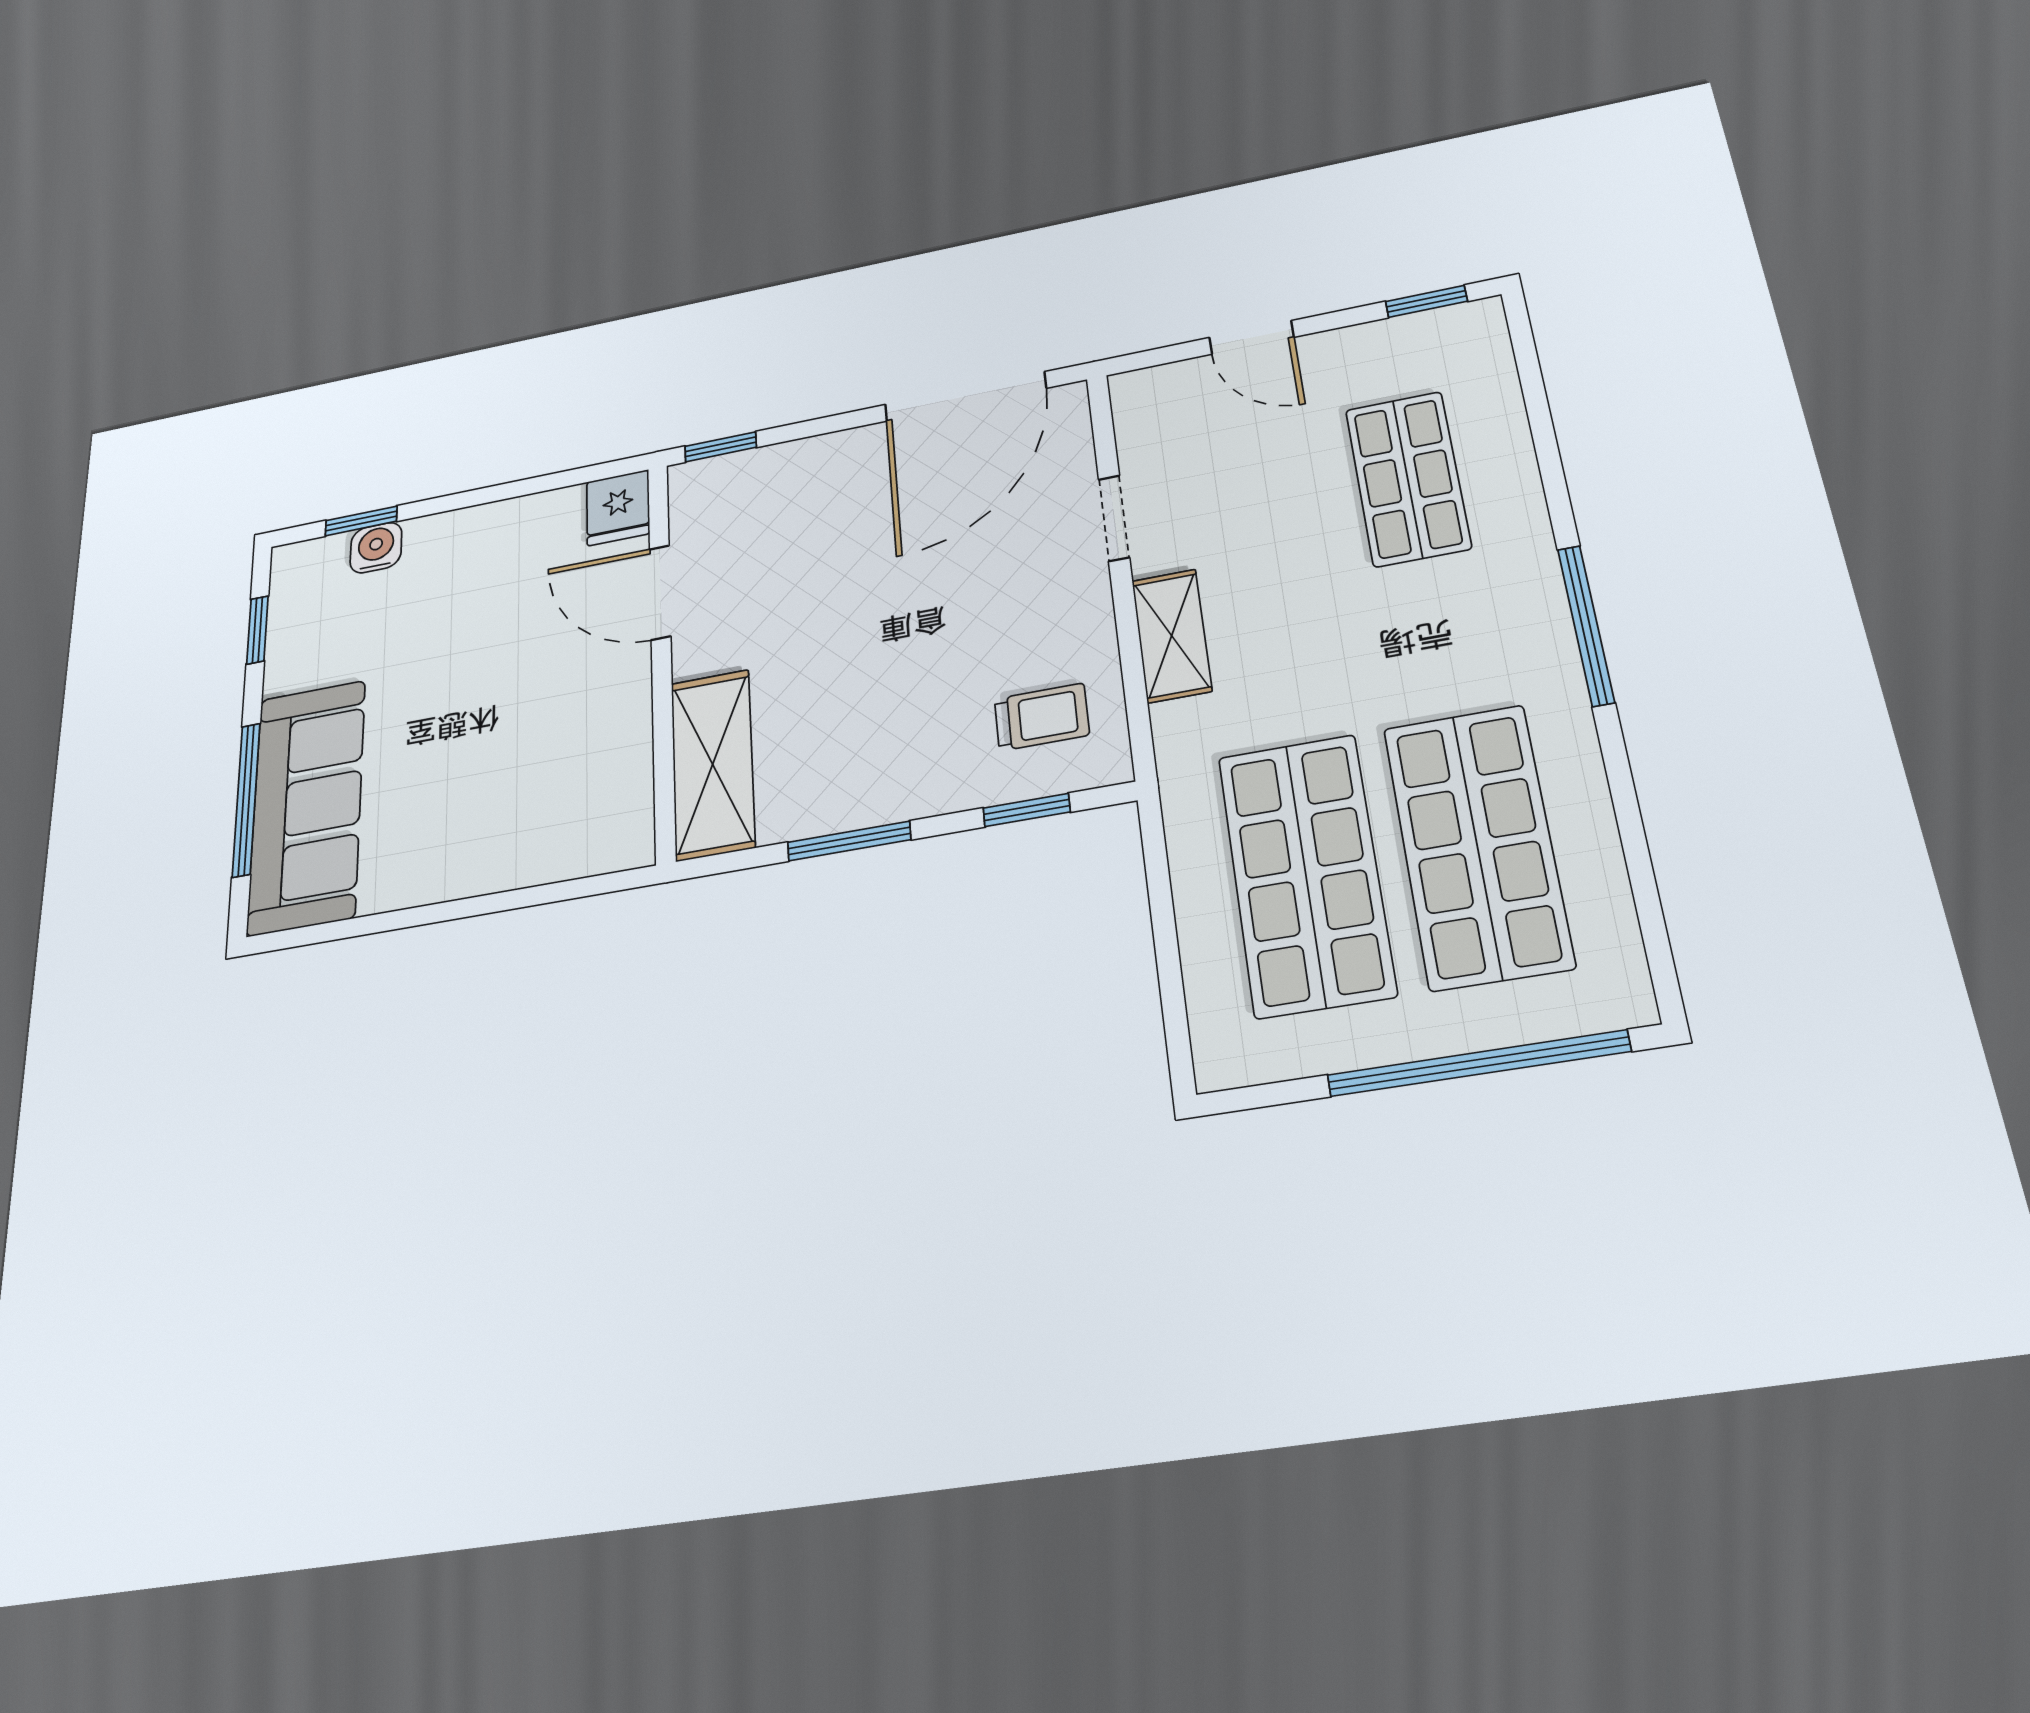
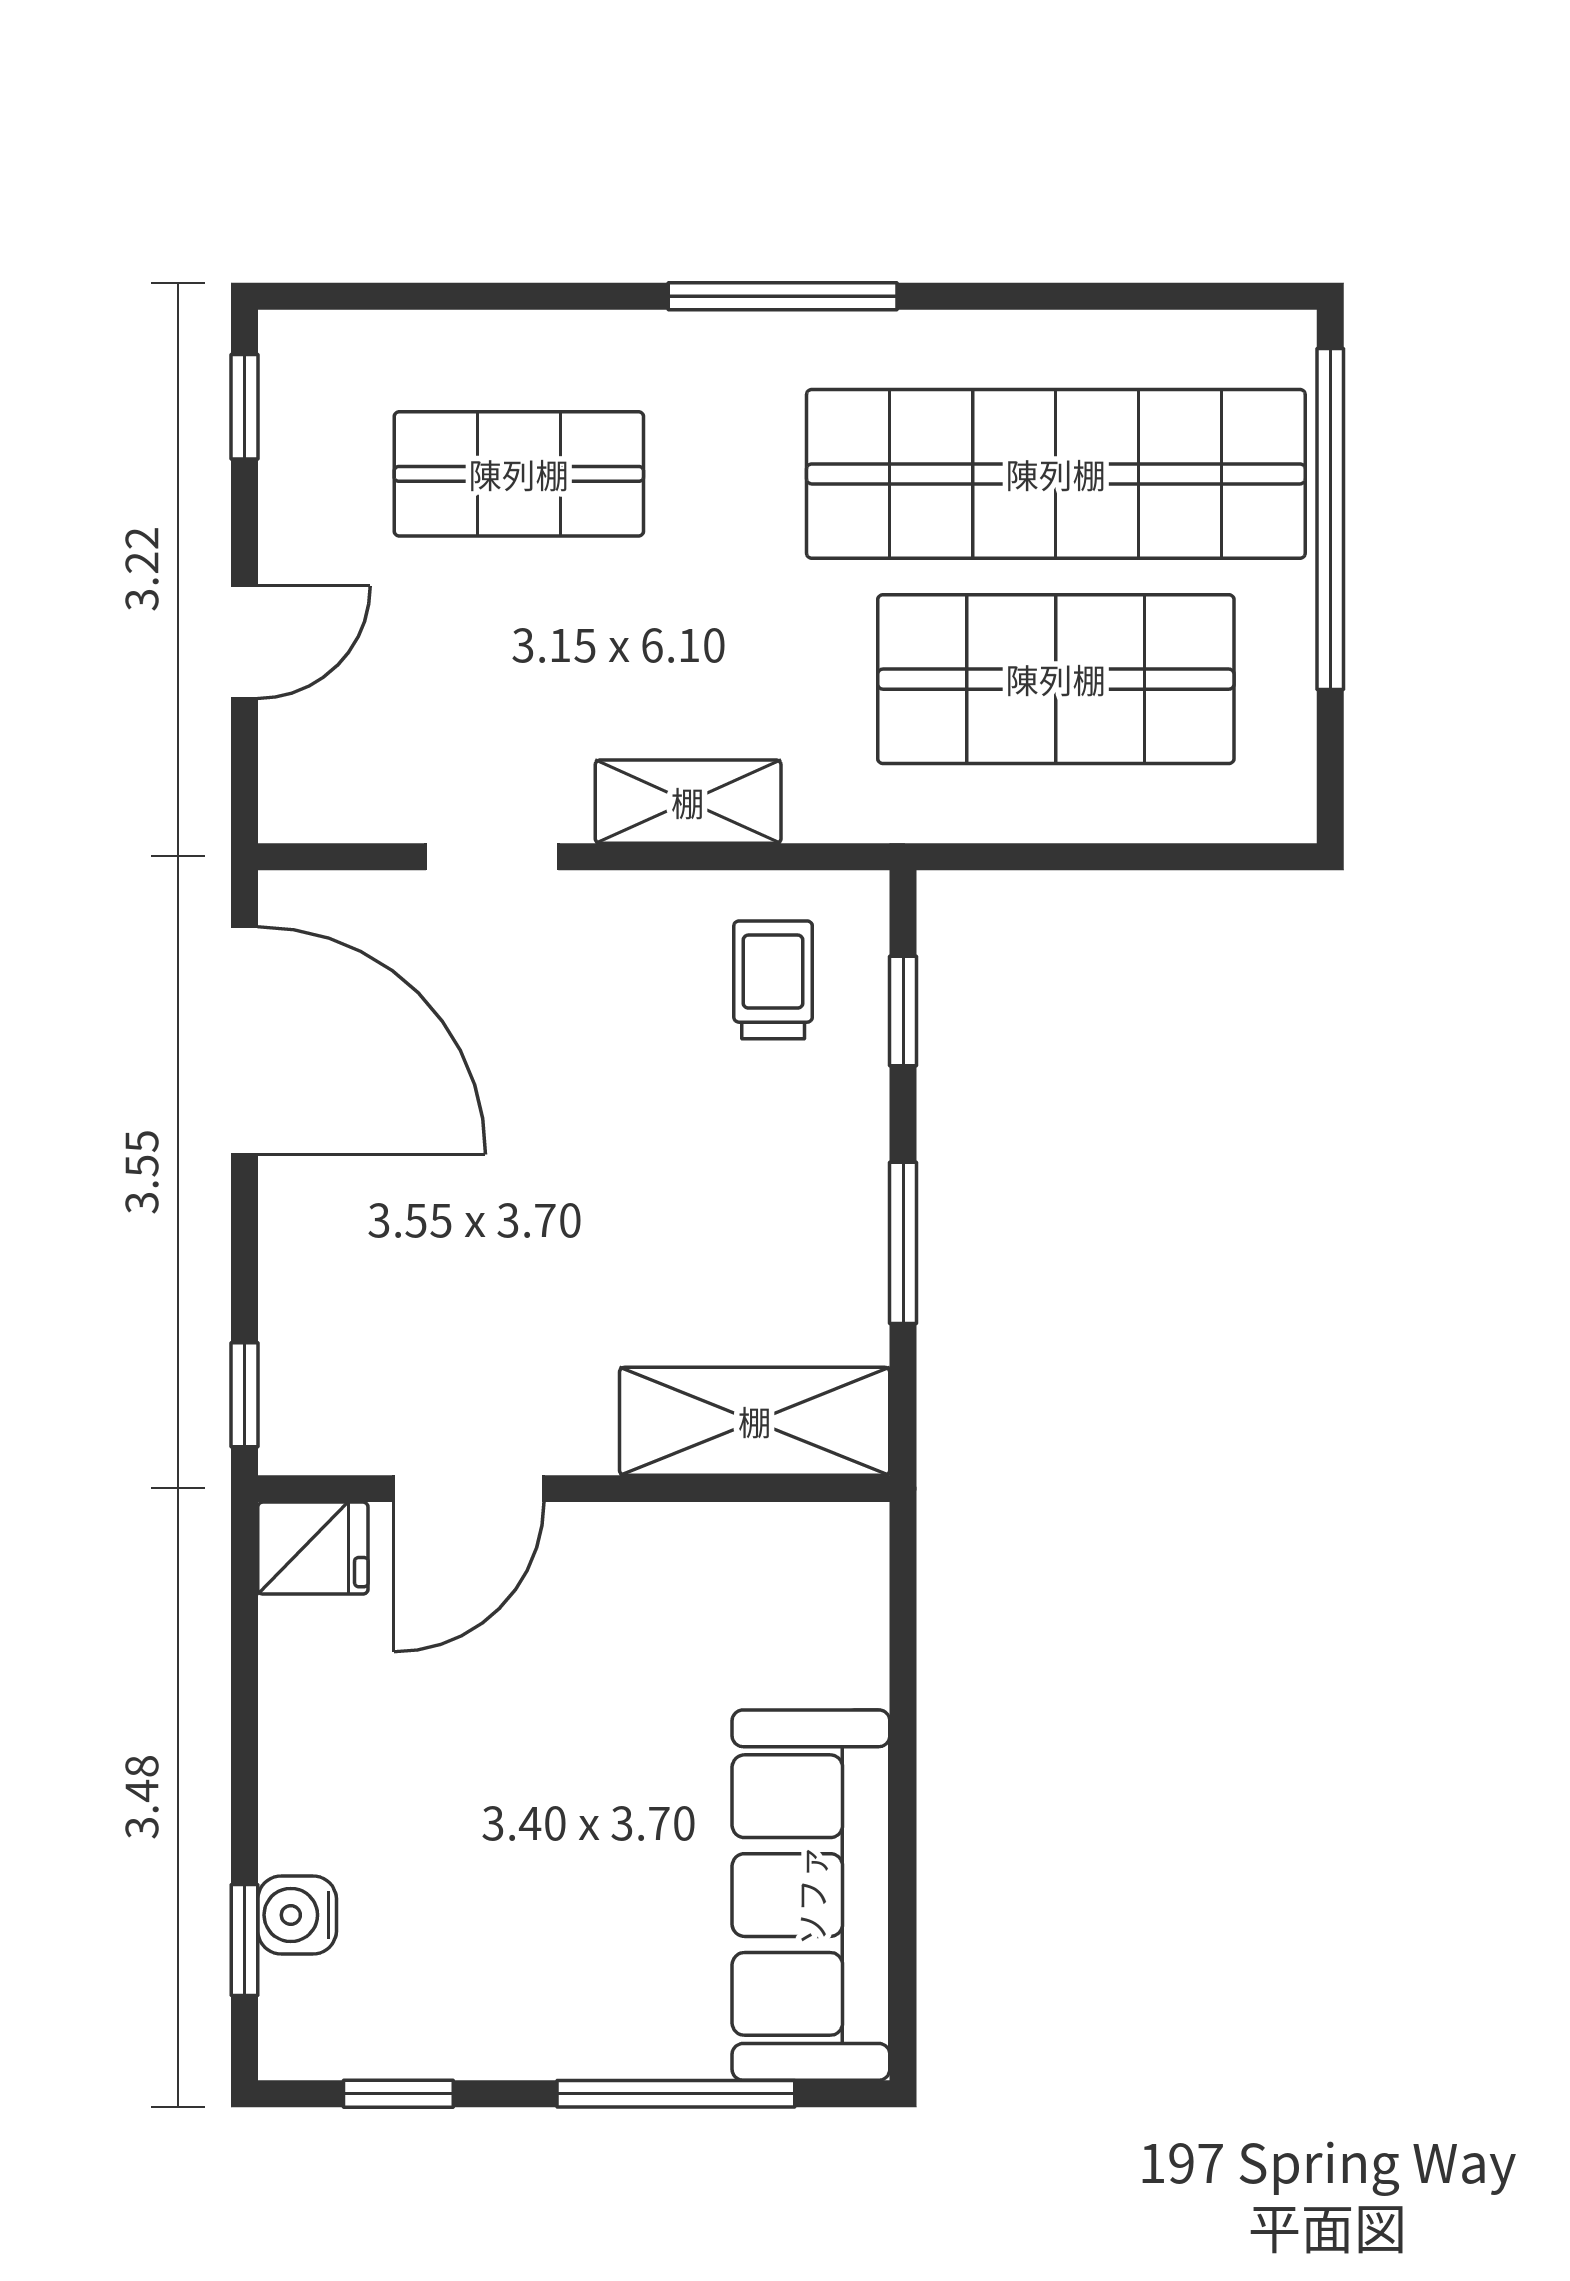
sofa: (307, 806) -> (811, 1895), moved, turned -90
shop shelf: (1477, 846) -> (1056, 474), width x1.40

